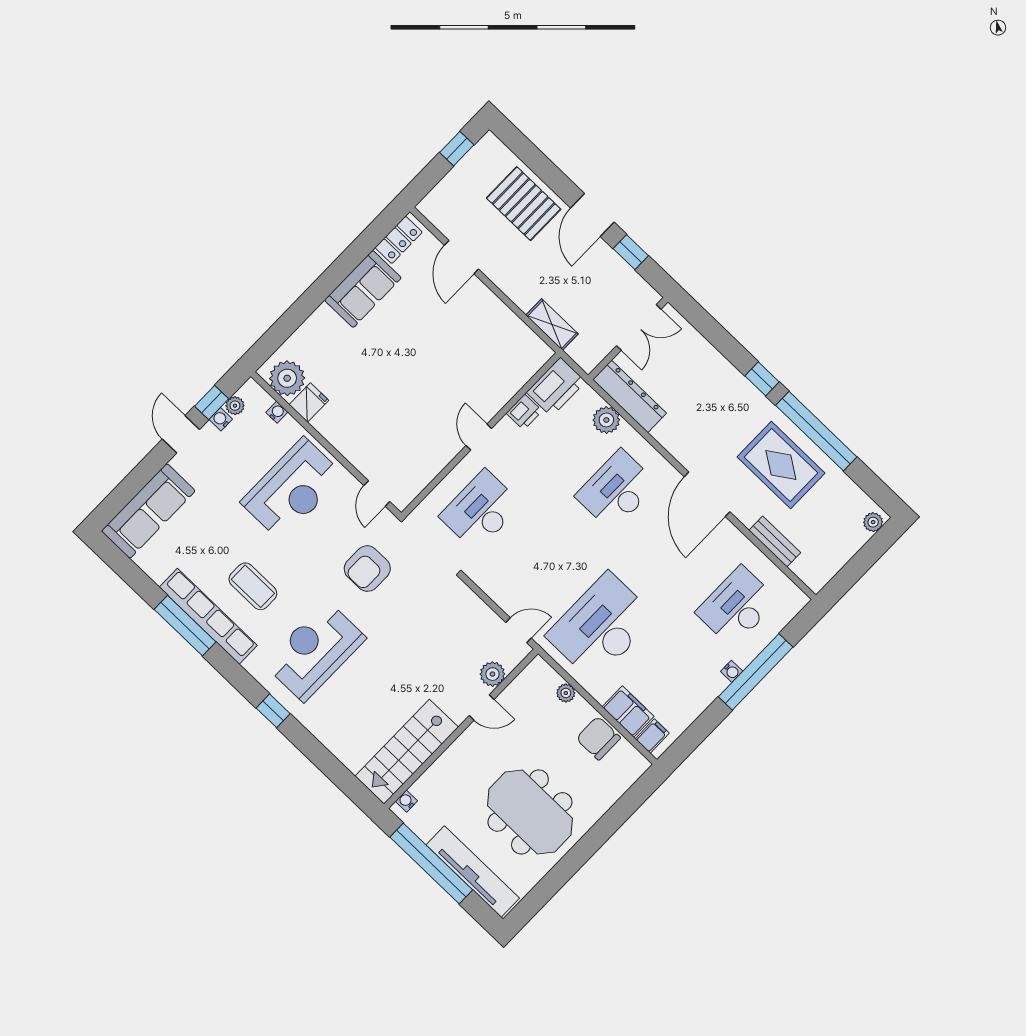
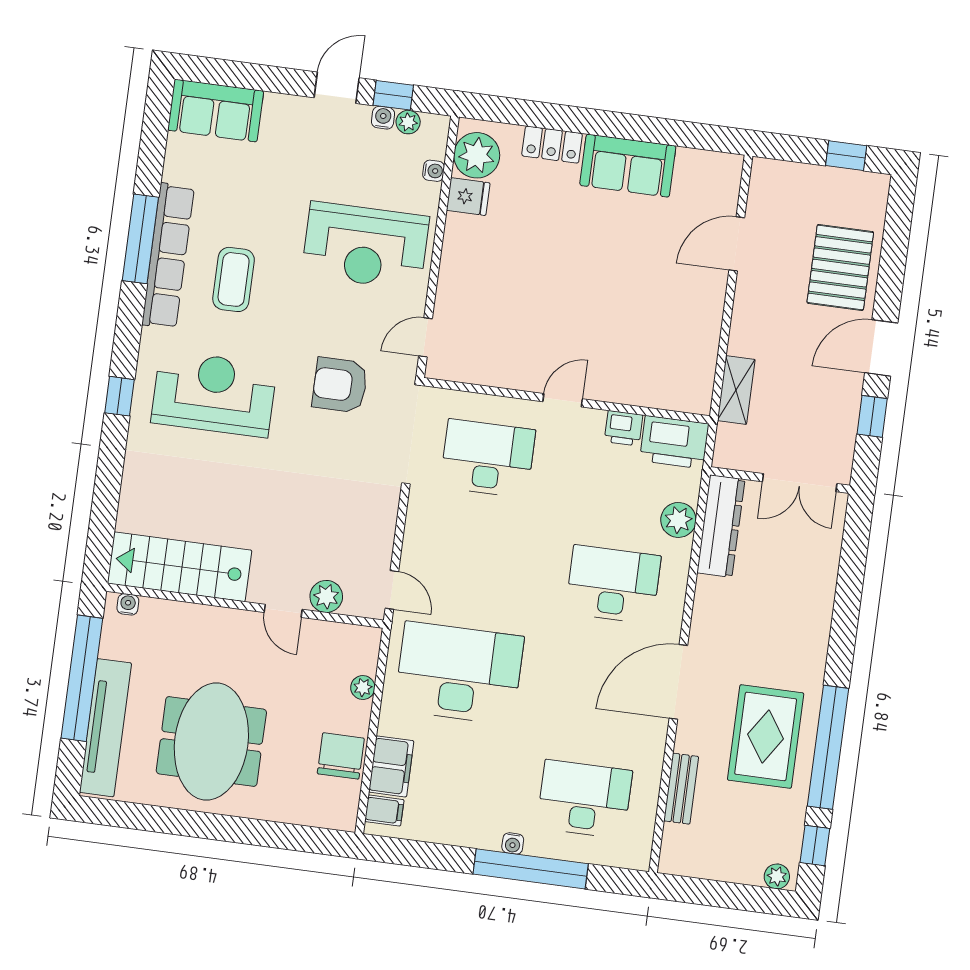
locker: (399, 240) -> (552, 145), moved
window: (762, 379) -> (815, 846), moved
sofa: (148, 511) -> (216, 111), width x0.73

